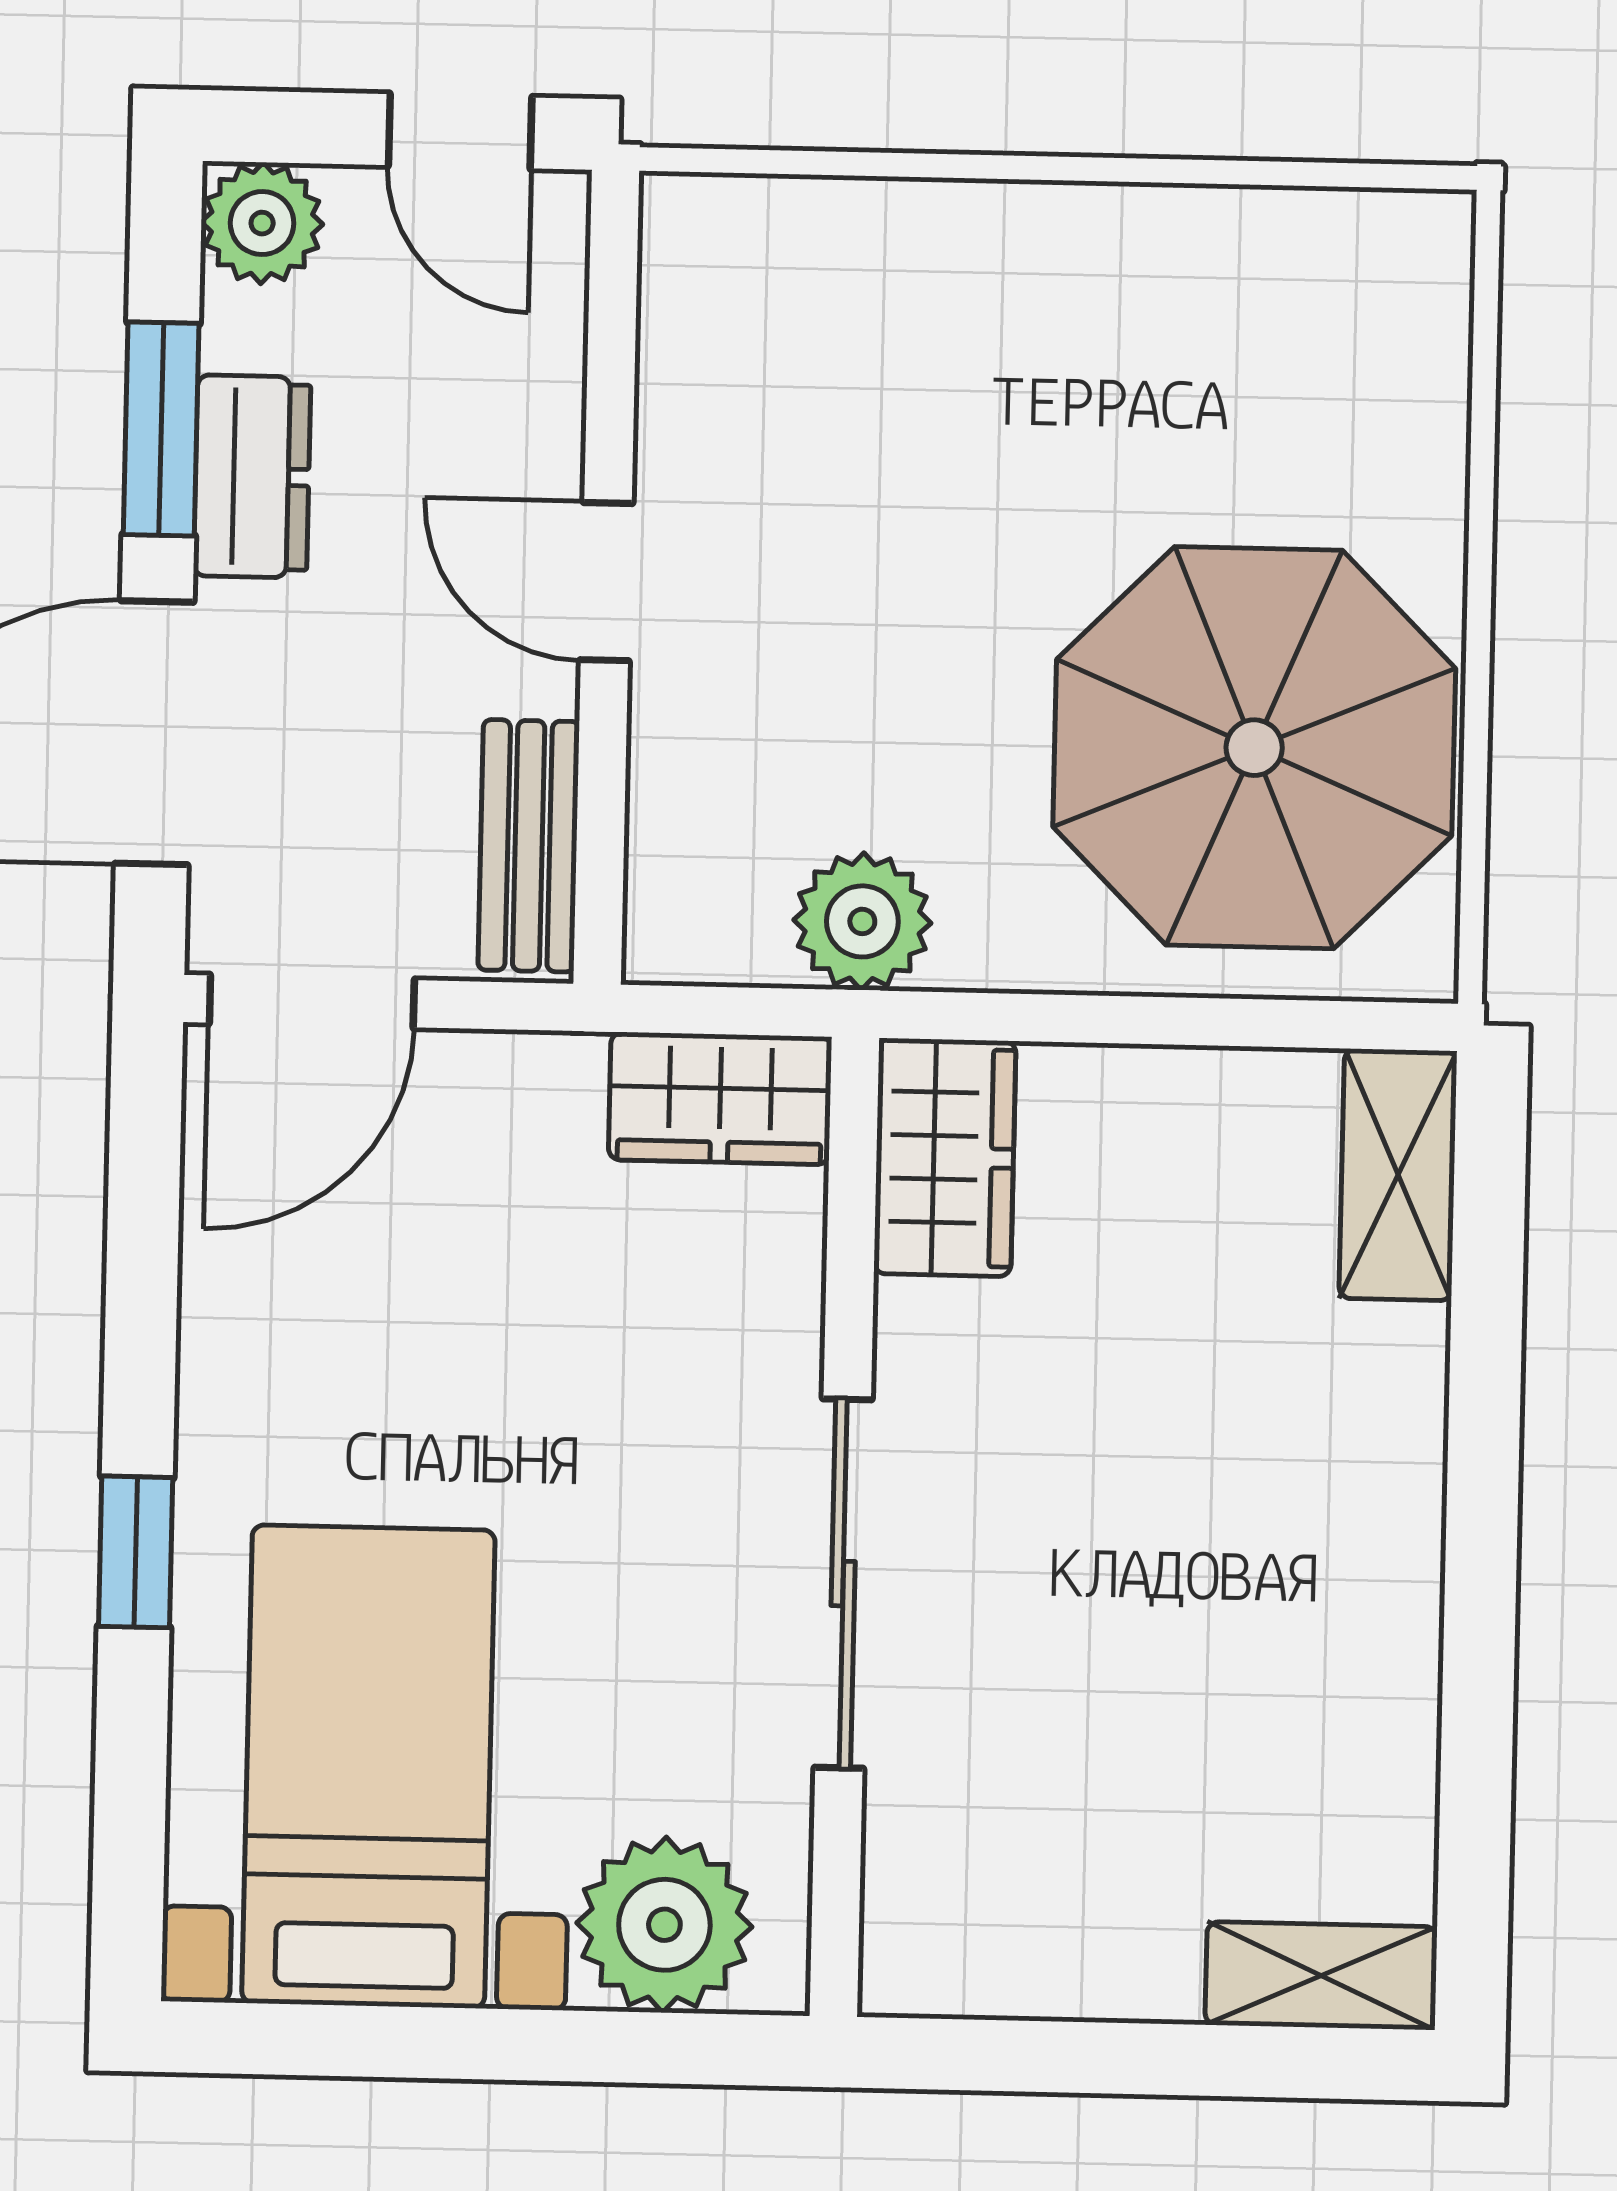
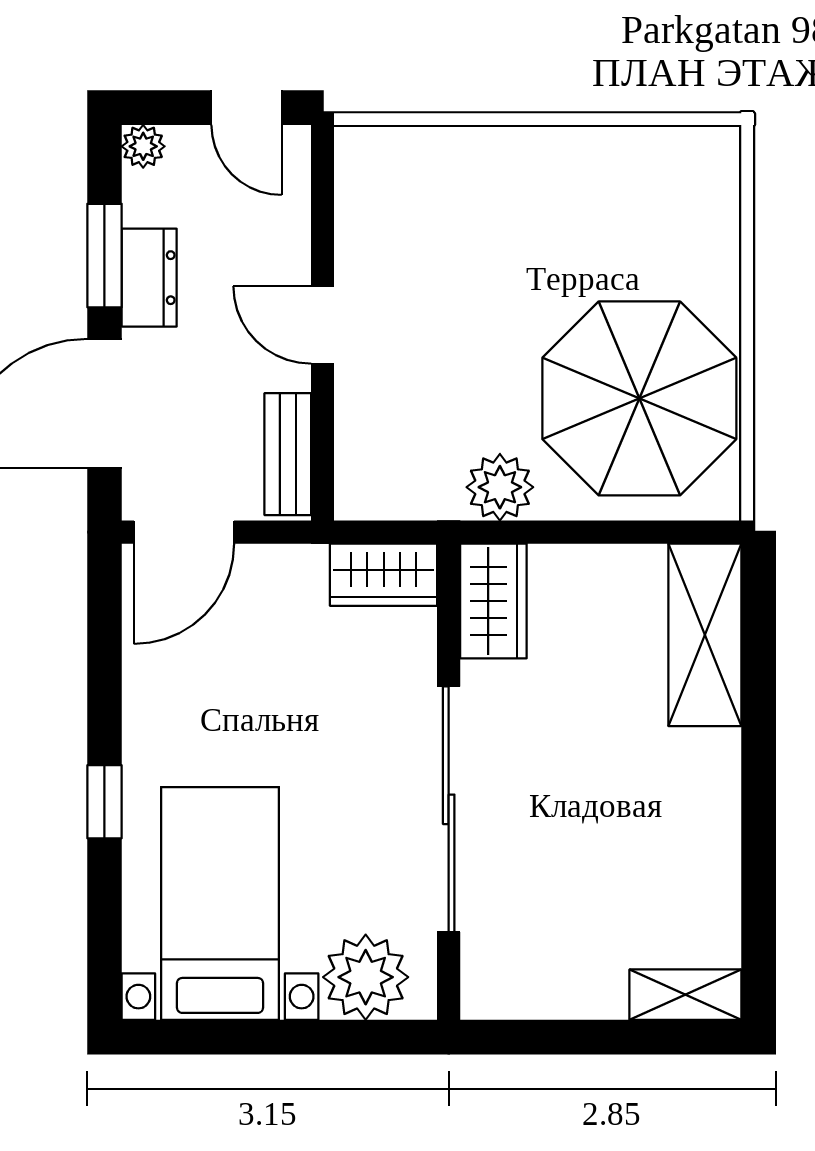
plant: (262, 223) -> (143, 146), width x0.73, depth x0.73
plant: (862, 921) -> (500, 487), moved
shelving: (1398, 1175) -> (705, 635), width x1.50, depth x1.33
sliding door: (843, 1584) -> (449, 809), width x1.36

